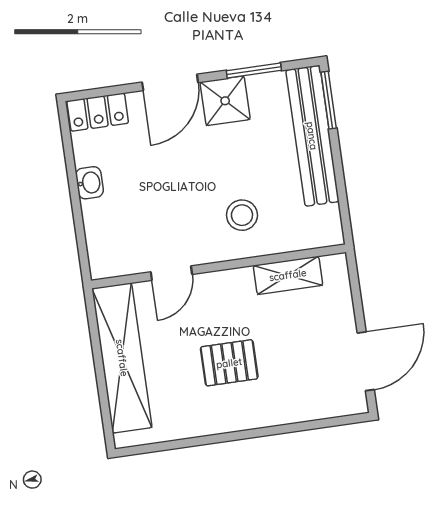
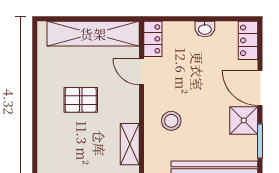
locker: (117, 263) -> (153, 39), added
pallet: (229, 363) -> (81, 100), turned 90

